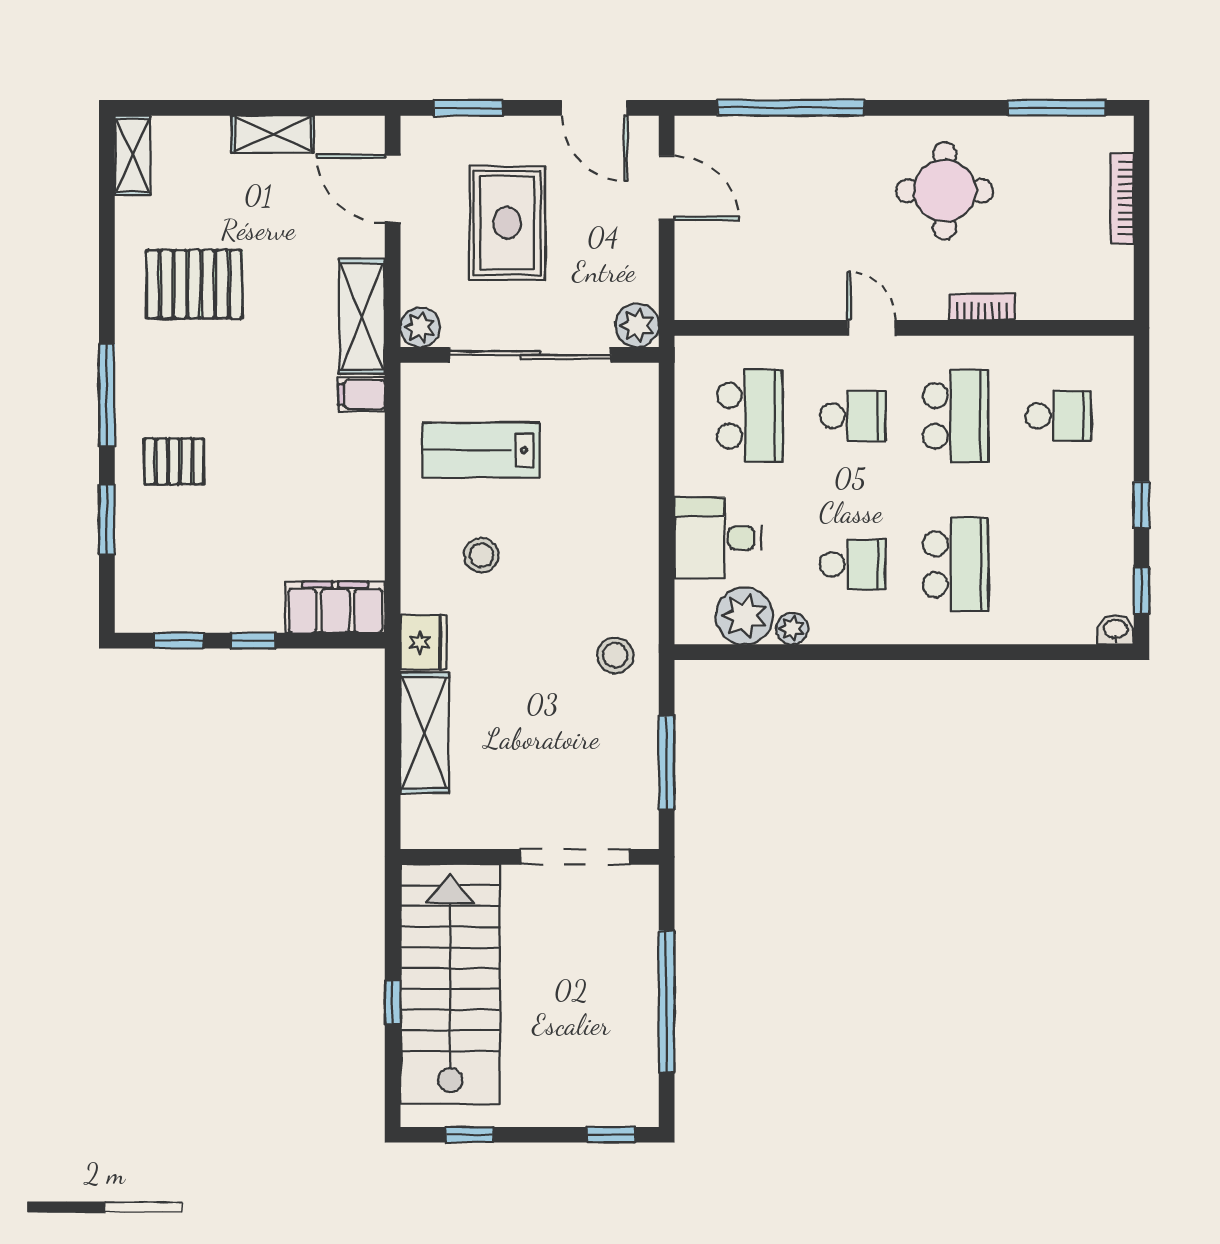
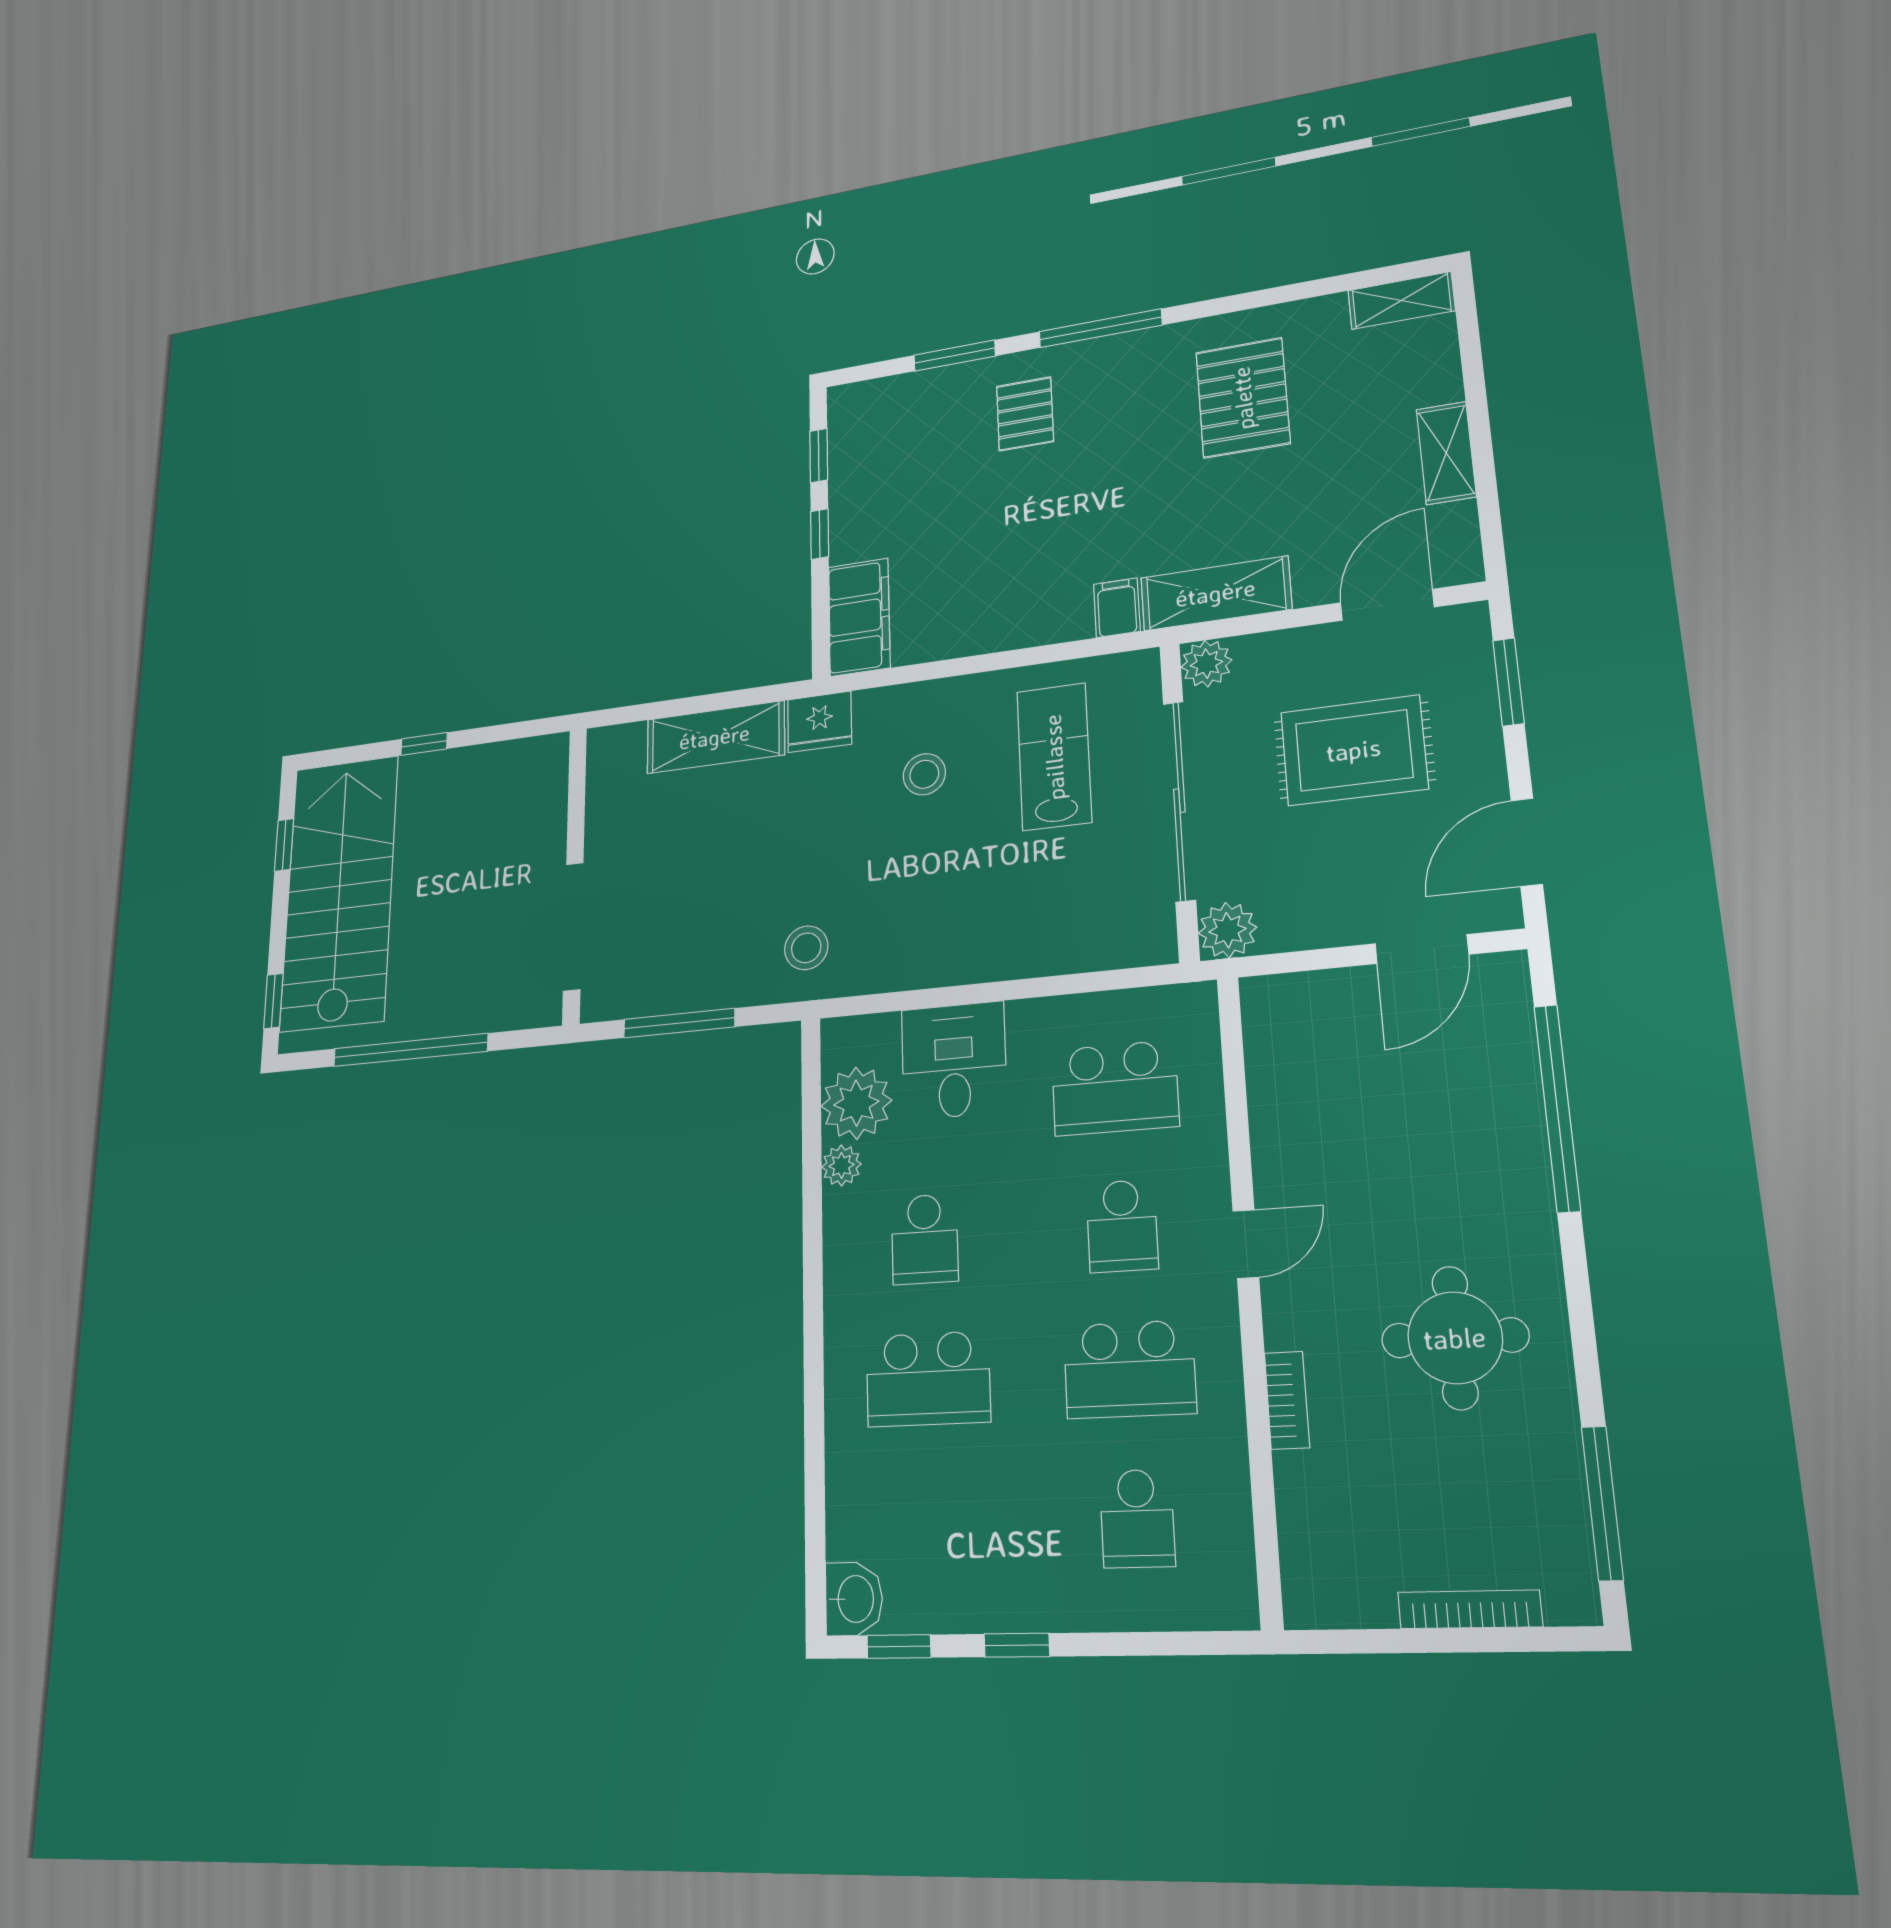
washbasin: (1116, 630) -> (854, 1599), width x1.38, depth x1.45
stairs: (450, 984) -> (339, 892), moved, turned -90

